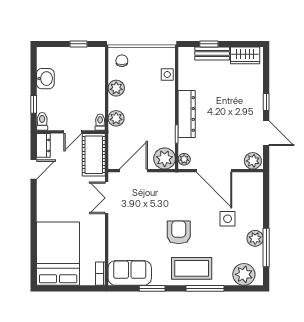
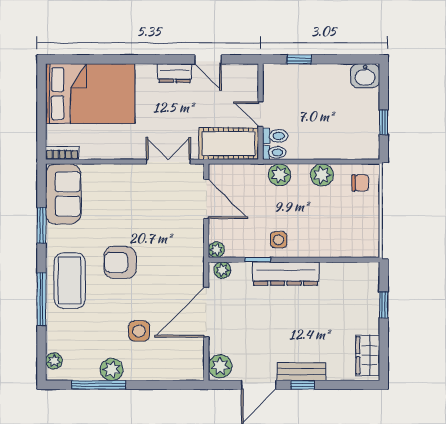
bench: (212, 54) -> (301, 372), moved, turned 90
side table: (167, 74) -> (279, 240), moved
washbasin: (45, 79) -> (365, 76), moved
toilet: (42, 121) -> (275, 136), moved
dresser: (43, 145) -> (175, 73), moved
plant: (165, 159) -> (216, 250), width x0.53, depth x0.53
armchair: (179, 232) -> (120, 263), turned 180
plant: (244, 274) -> (54, 361), width x0.53, depth x0.53

